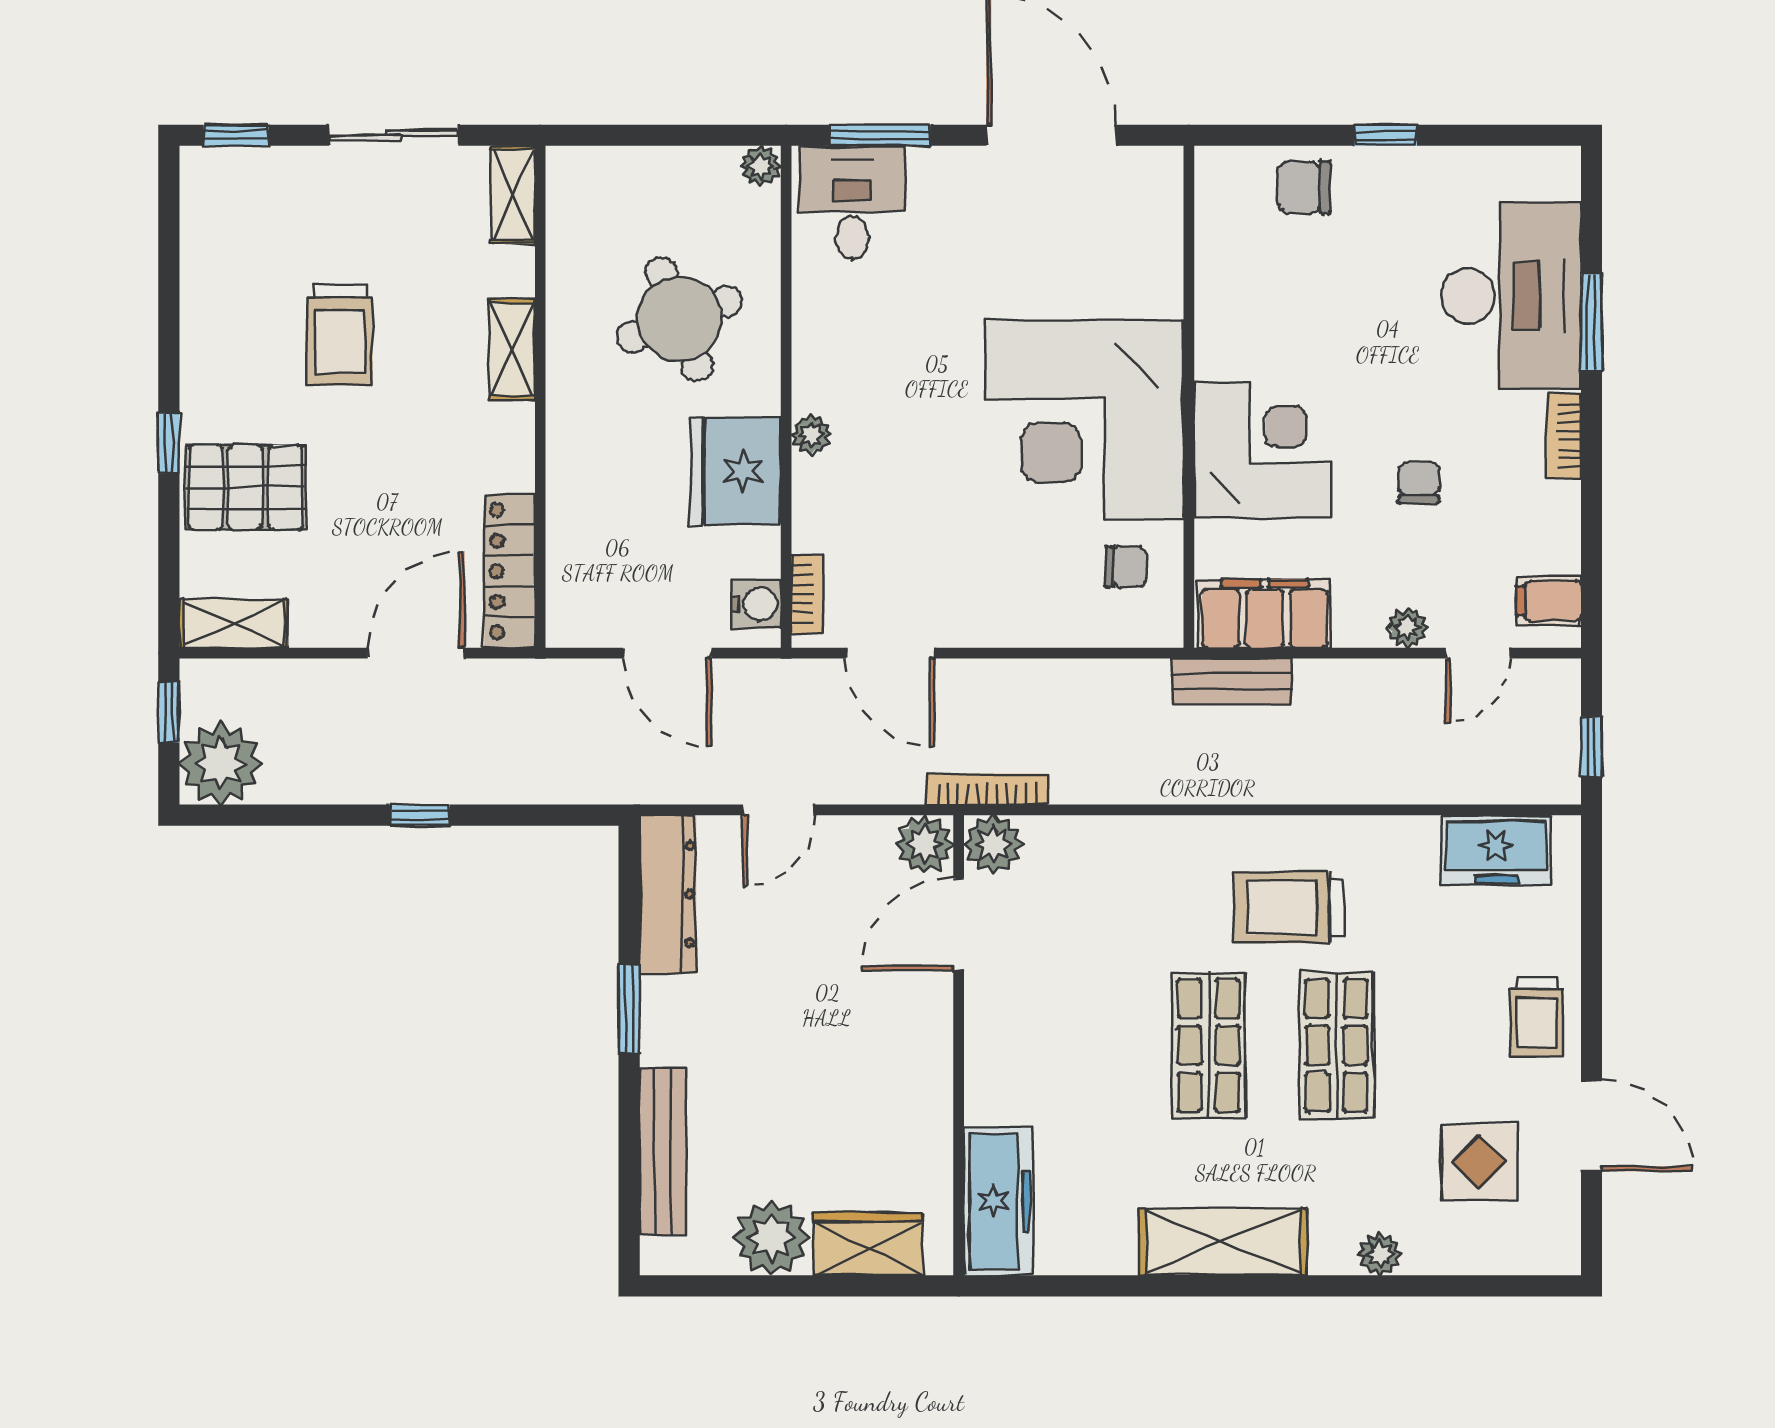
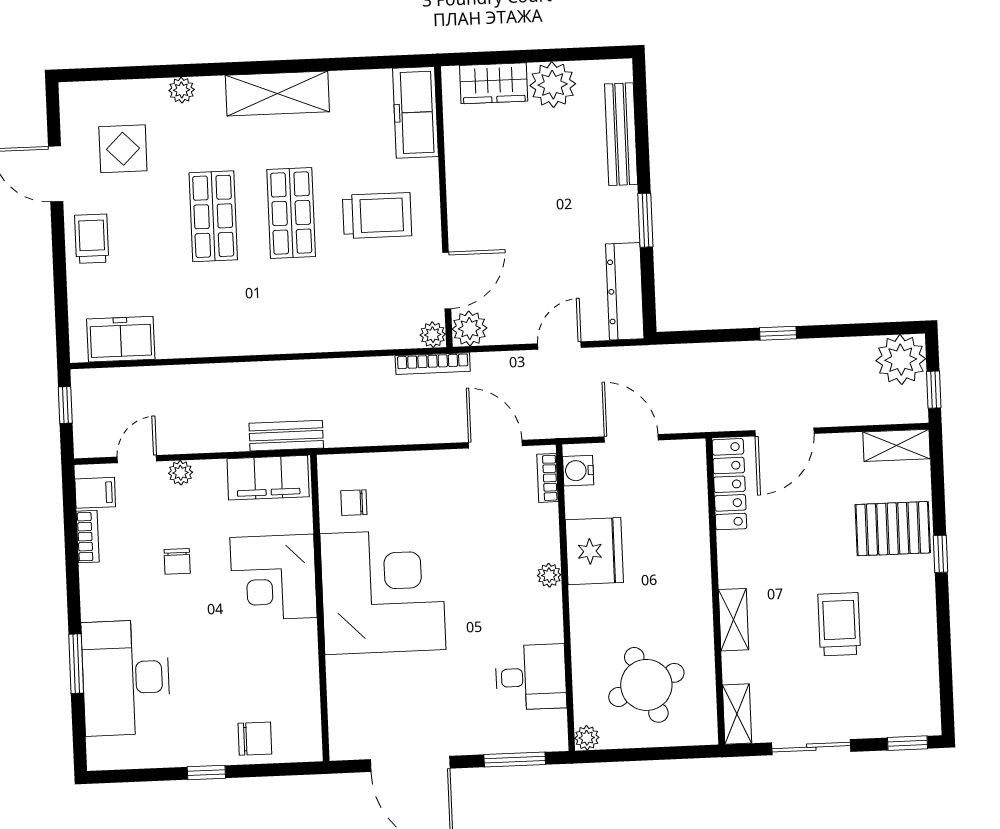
desk: (853, 203) -> (531, 677), moved, turned -90
round table: (679, 319) -> (646, 685), moved
bookcase: (1564, 436) -> (88, 537), moved
plant: (993, 844) -> (433, 335), width x0.73, depth x0.73
trolley: (1290, 907) -> (377, 215), moved

